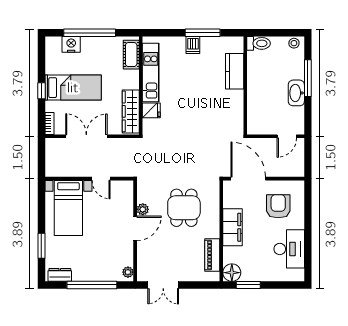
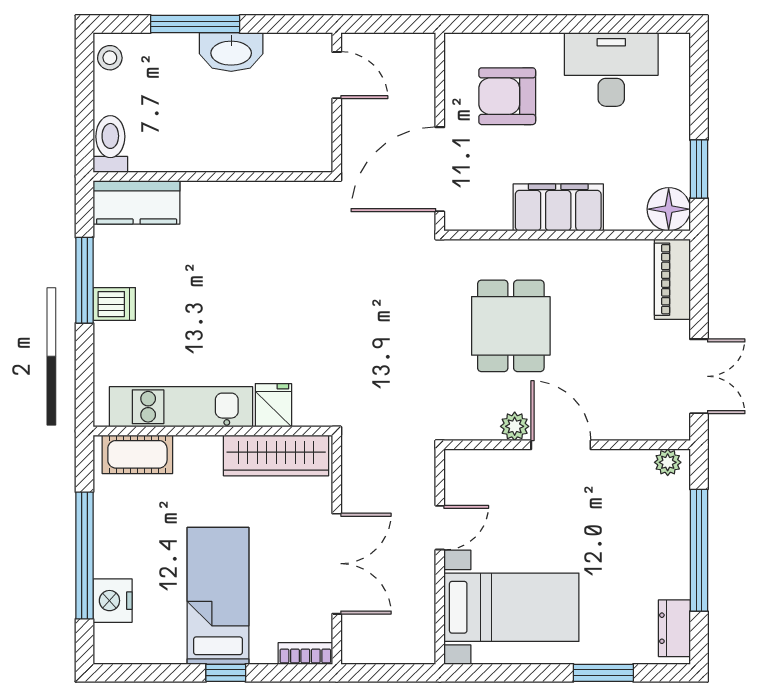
kitchen counter: (235, 71) -> (137, 202), moved
double door: (86, 136) -> (337, 564), swing flipped
dining table: (184, 208) -> (511, 326), turned 90
piano: (212, 255) -> (672, 279), moved, turned 90

